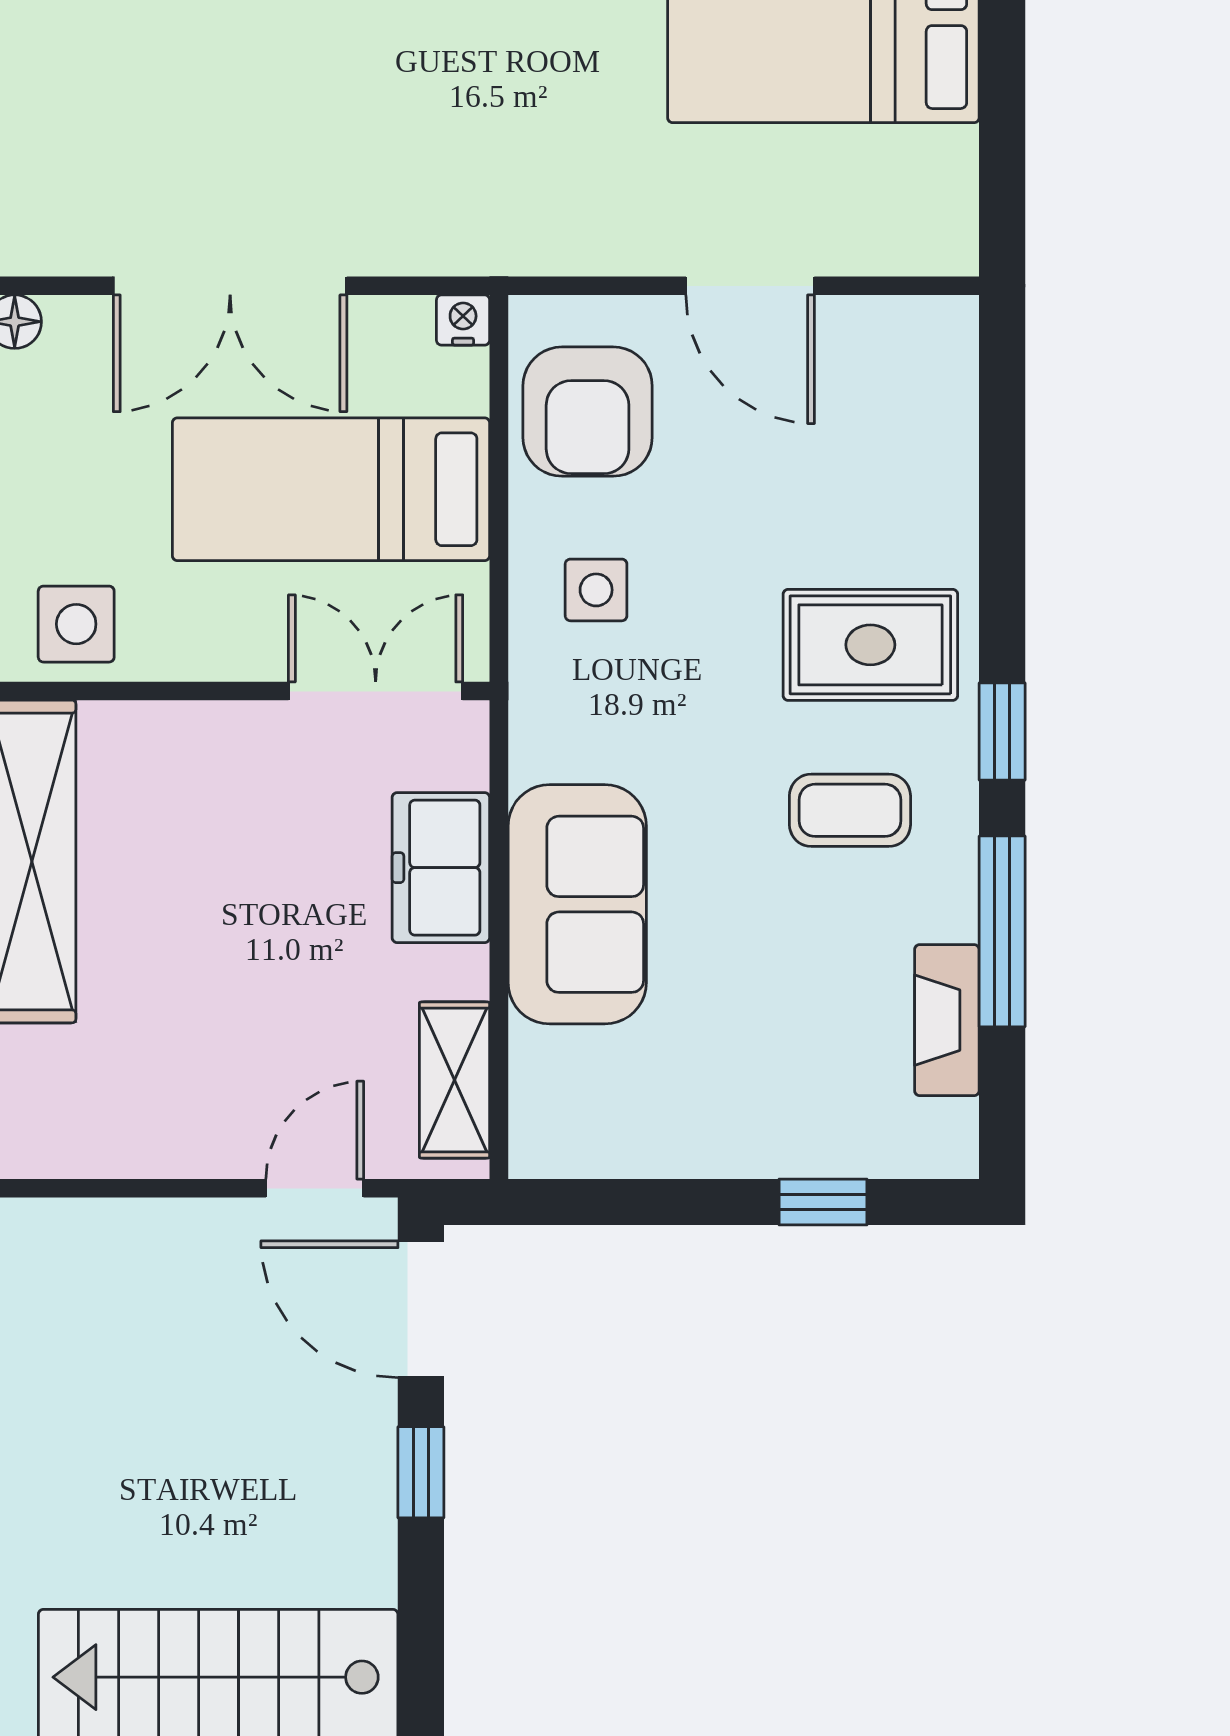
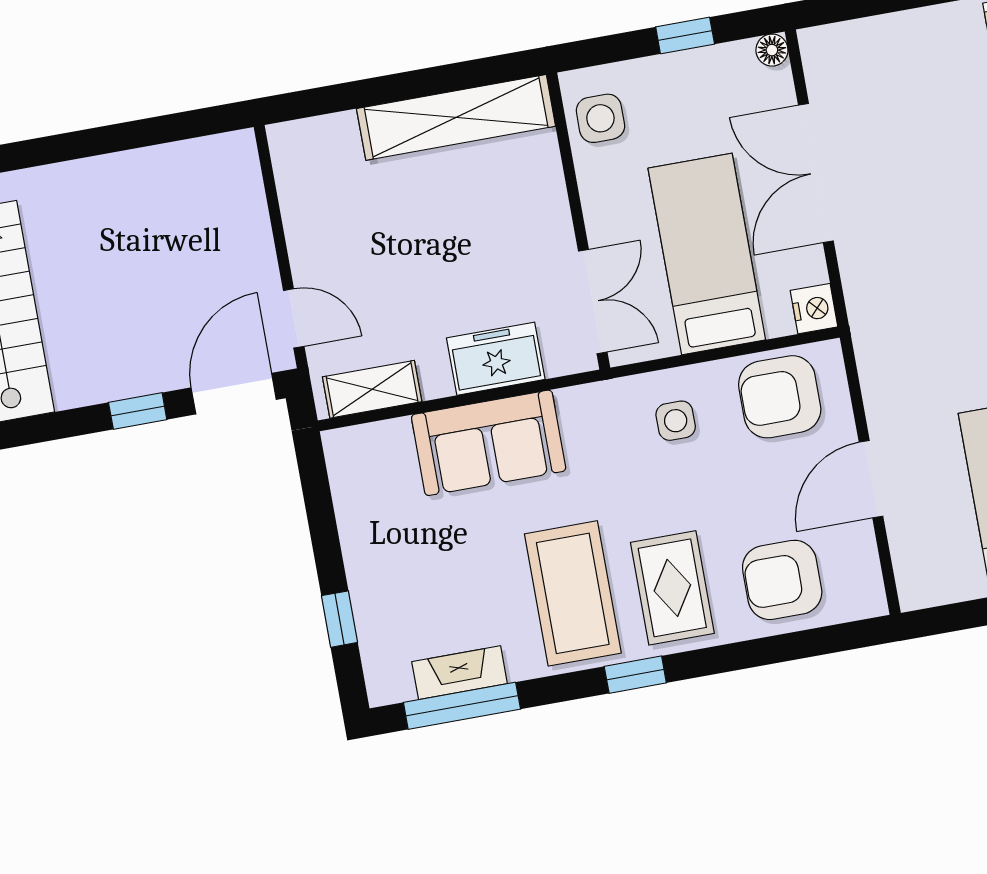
nightstand: (463, 320) -> (814, 309), width x1.39, depth x1.35
armchair: (890, 462) -> (782, 580), added
coffee table: (850, 810) -> (573, 593), width x1.86, depth x1.72
window: (1002, 931) -> (462, 706), moved

